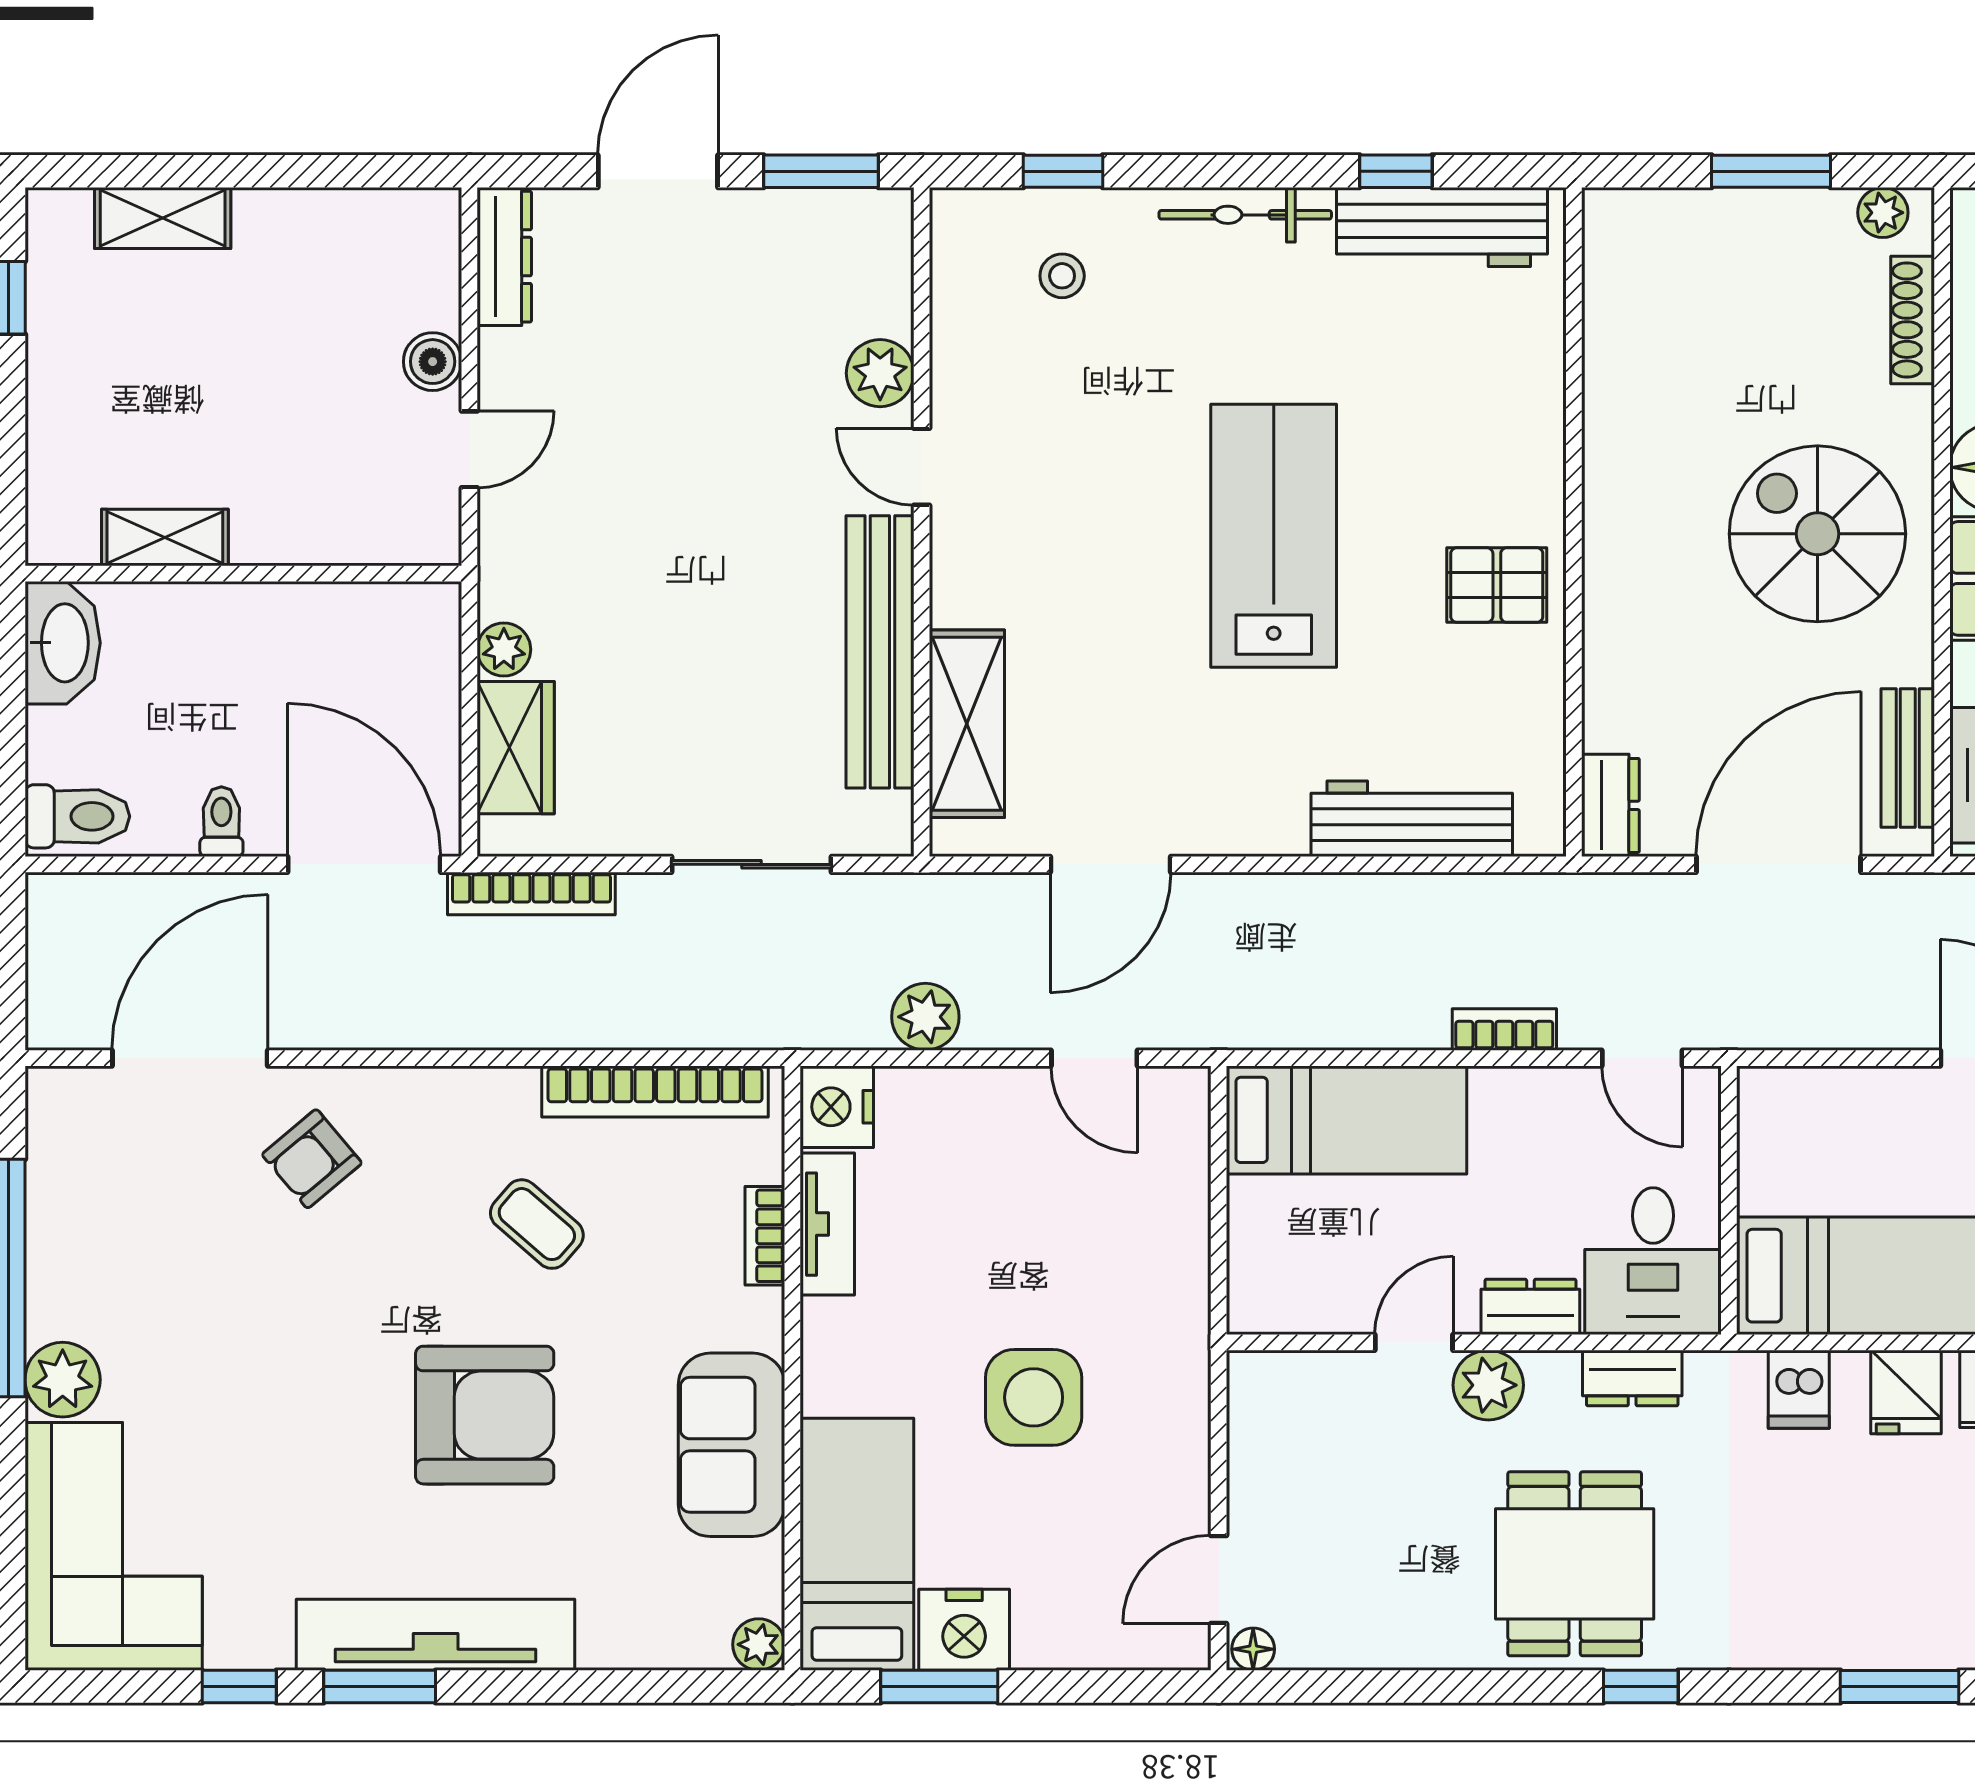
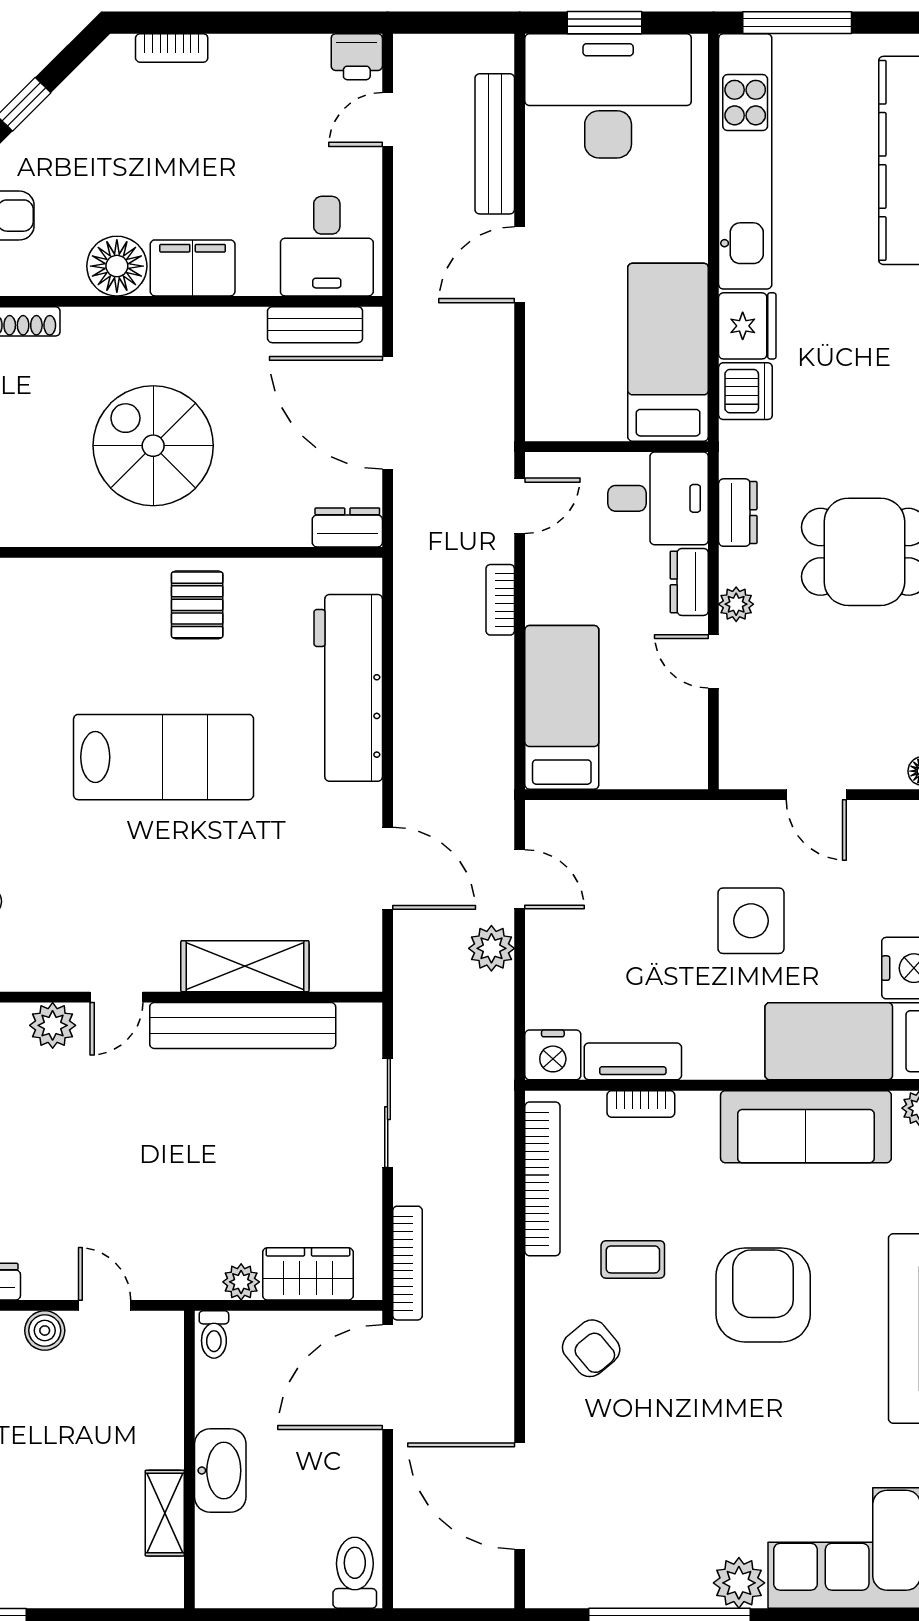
spiral stairs: (1817, 534) -> (153, 446), moved, turned 90
lab bench: (1274, 536) -> (164, 757), turned 180
washbasin: (63, 643) -> (220, 1470), moved, turned 90
shelving: (967, 724) -> (245, 966), moved
workbench: (1412, 819) -> (348, 688), width x1.36, depth x1.32
toilet: (221, 822) -> (214, 1335), moved, turned -90
plant: (925, 1017) -> (491, 948), moved
door: (1094, 1058) -> (520, 879), hinge flipped
armchair: (312, 1159) -> (591, 1348), moved
coffee table: (537, 1224) -> (633, 1259), turned 49
plant: (1488, 1385) -> (736, 604), width x0.73, depth x0.73
dishwasher: (1799, 1389) -> (745, 391), width x1.38
fridge: (1906, 1392) -> (747, 326), width x1.38
sofa: (732, 1445) -> (806, 1127), width x1.36
door: (1219, 1579) -> (816, 795), moved

